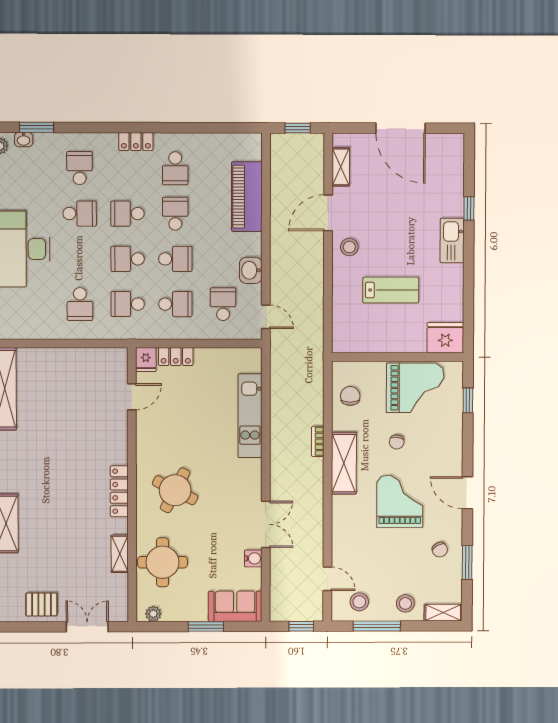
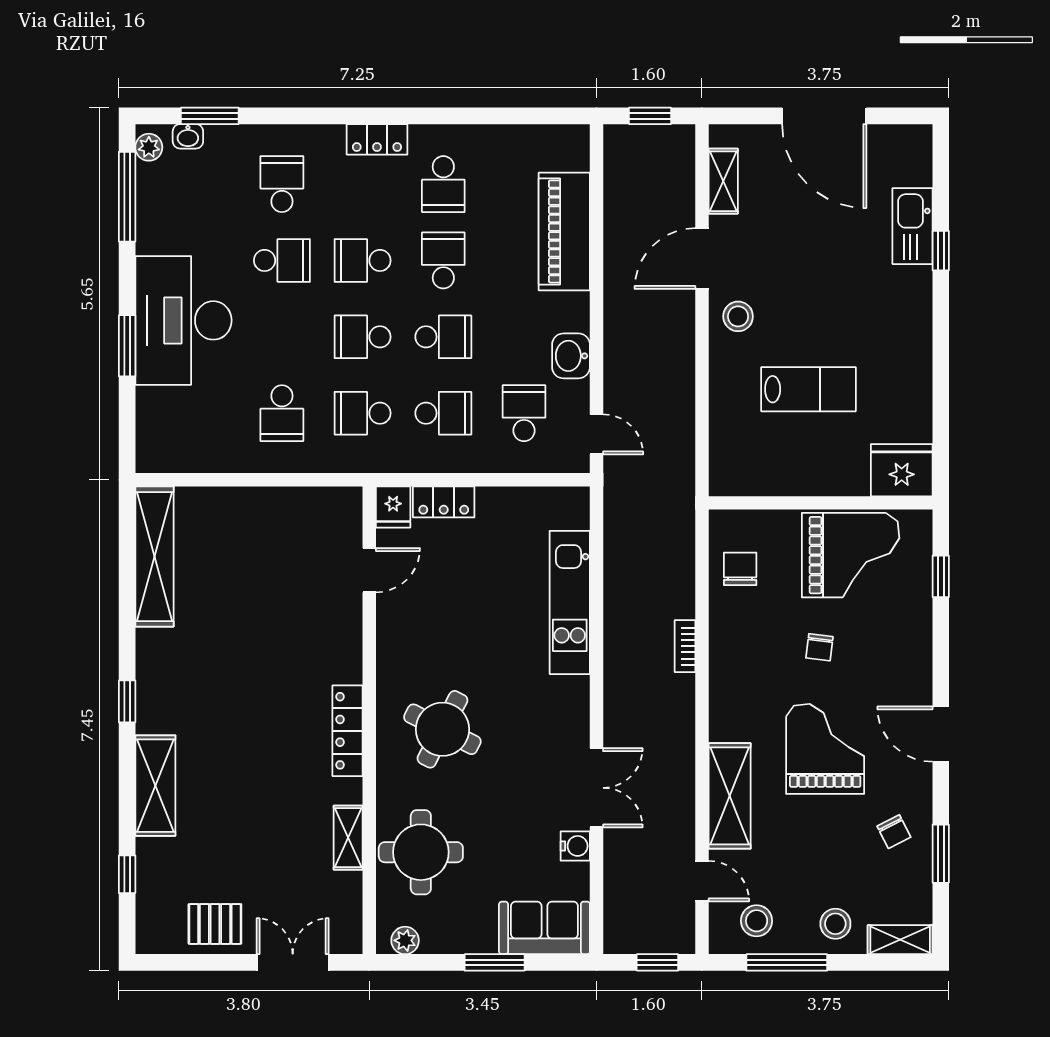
kitchen sink: (452, 240) -> (912, 226), moved
shelving: (344, 463) -> (730, 796), moved

